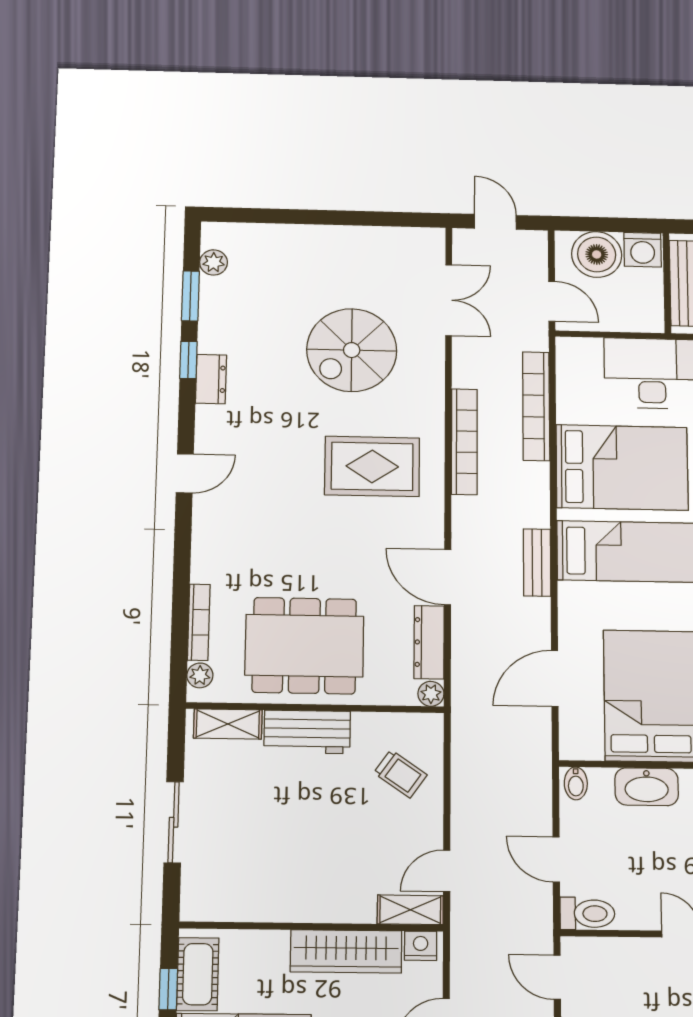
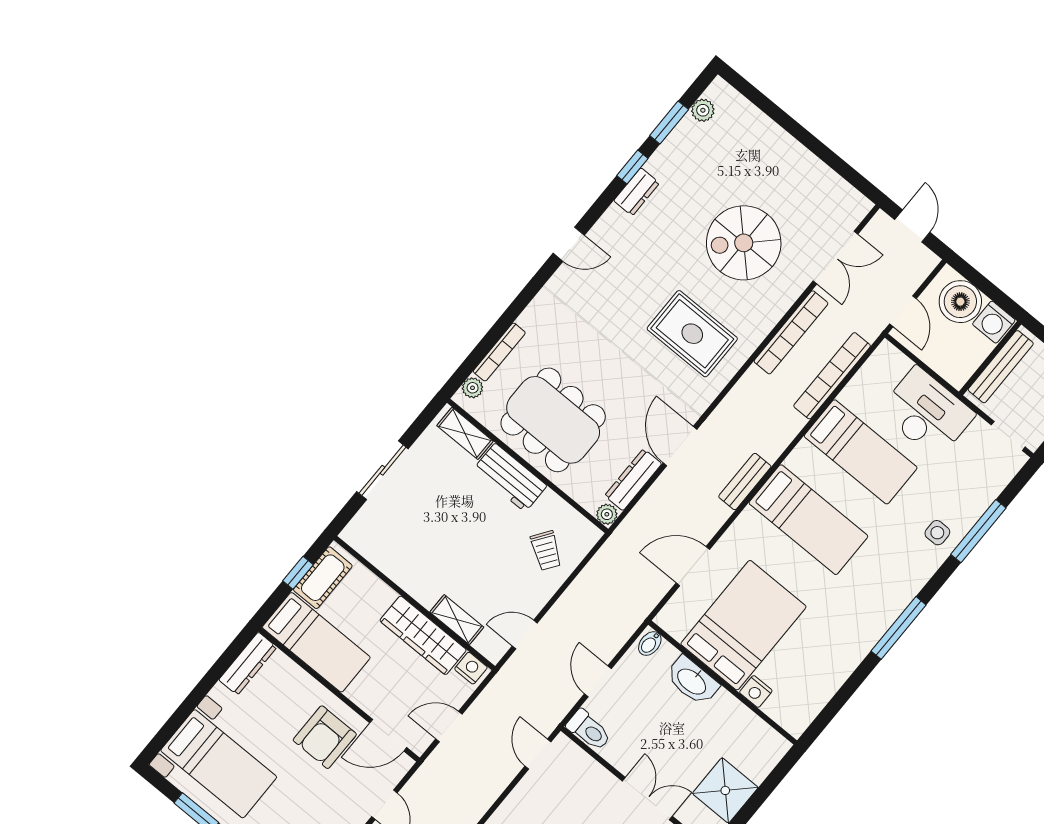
bookcase: (464, 442) -> (791, 332), moved
bed: (622, 467) -> (861, 452), width x0.67
shelving: (410, 910) -> (457, 620), moved

